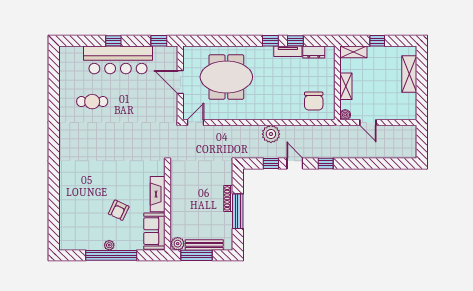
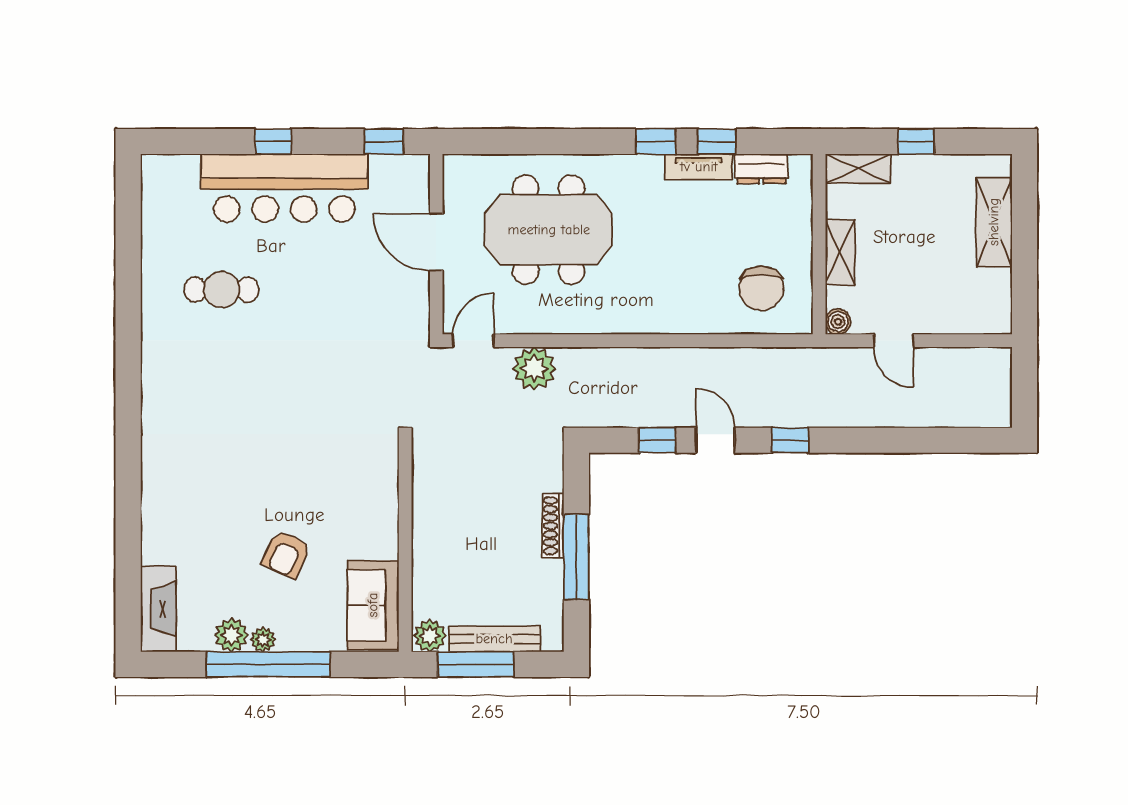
plant: (271, 134) -> (534, 369), moved
fireplace: (158, 194) -> (158, 609), moved, turned 180
plant: (96, 243) -> (231, 635), added

